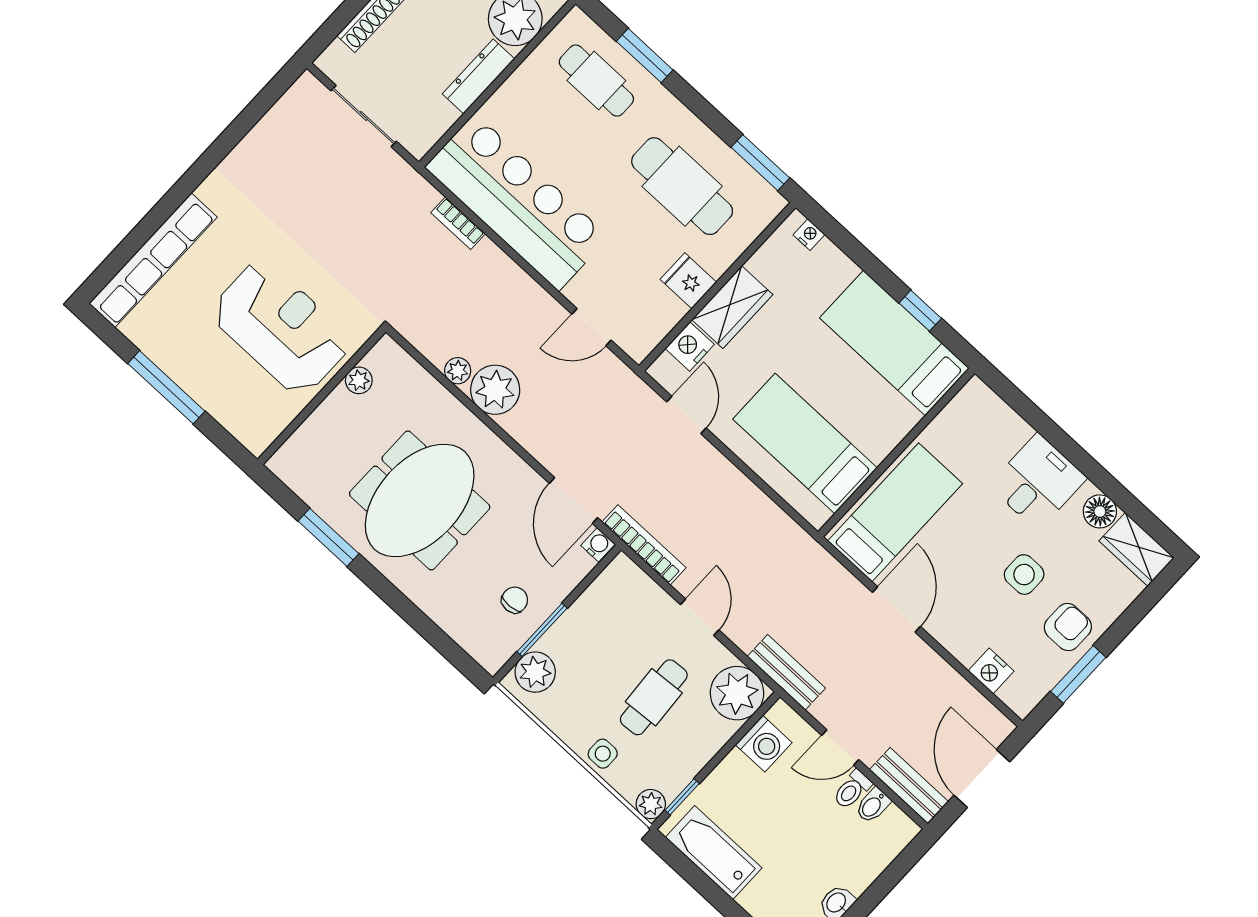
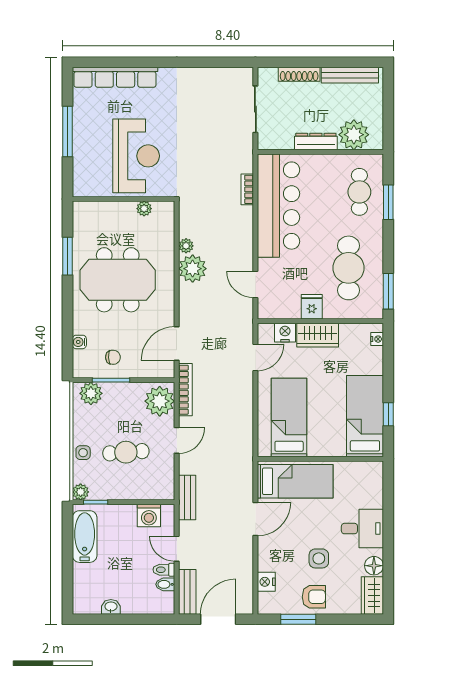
water cooler: (598, 545) -> (79, 342), moved, turned 180
plant: (737, 693) -> (160, 401), moved

